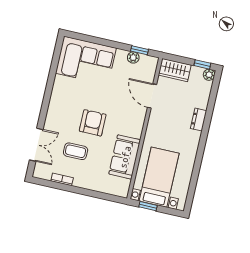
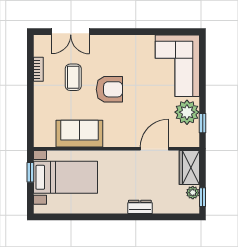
plant: (133, 58) -> (187, 112), width x1.88, depth x1.88
plant: (209, 75) -> (193, 193), moved

